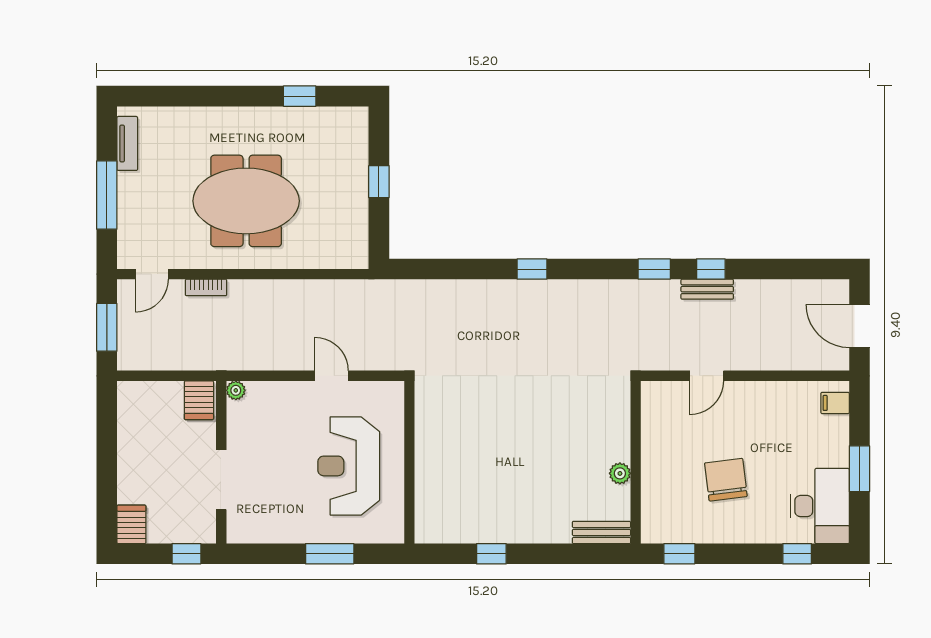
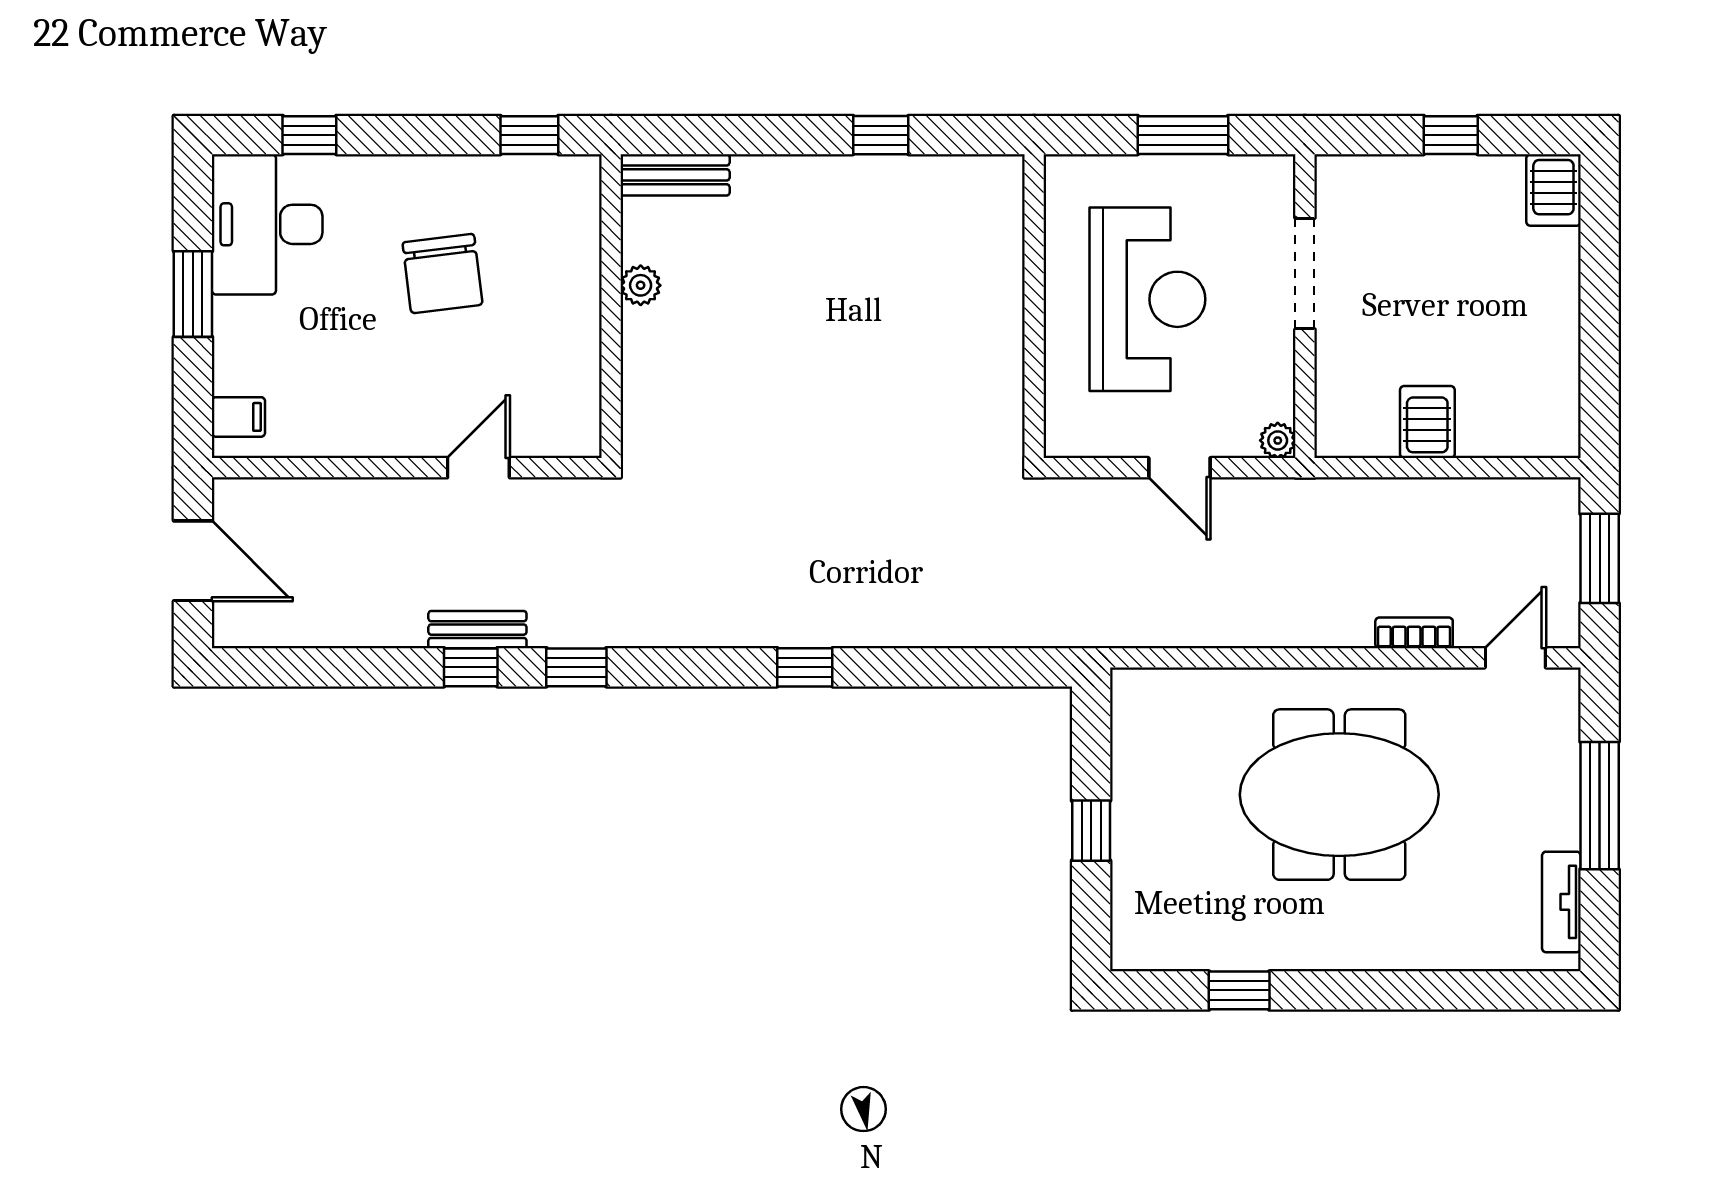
plant: (236, 390) -> (1278, 440), moved
wall: (221, 462) -> (1305, 306), moved
doorway: (221, 480) -> (1305, 274), moved

